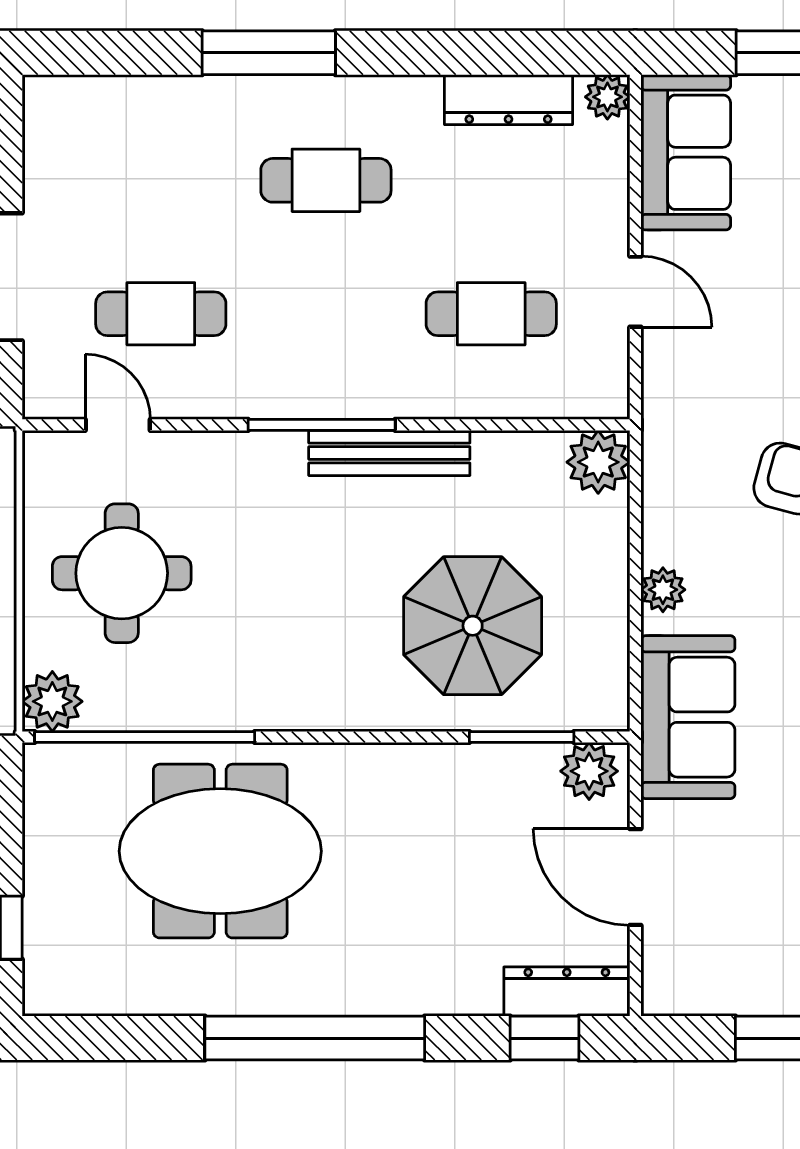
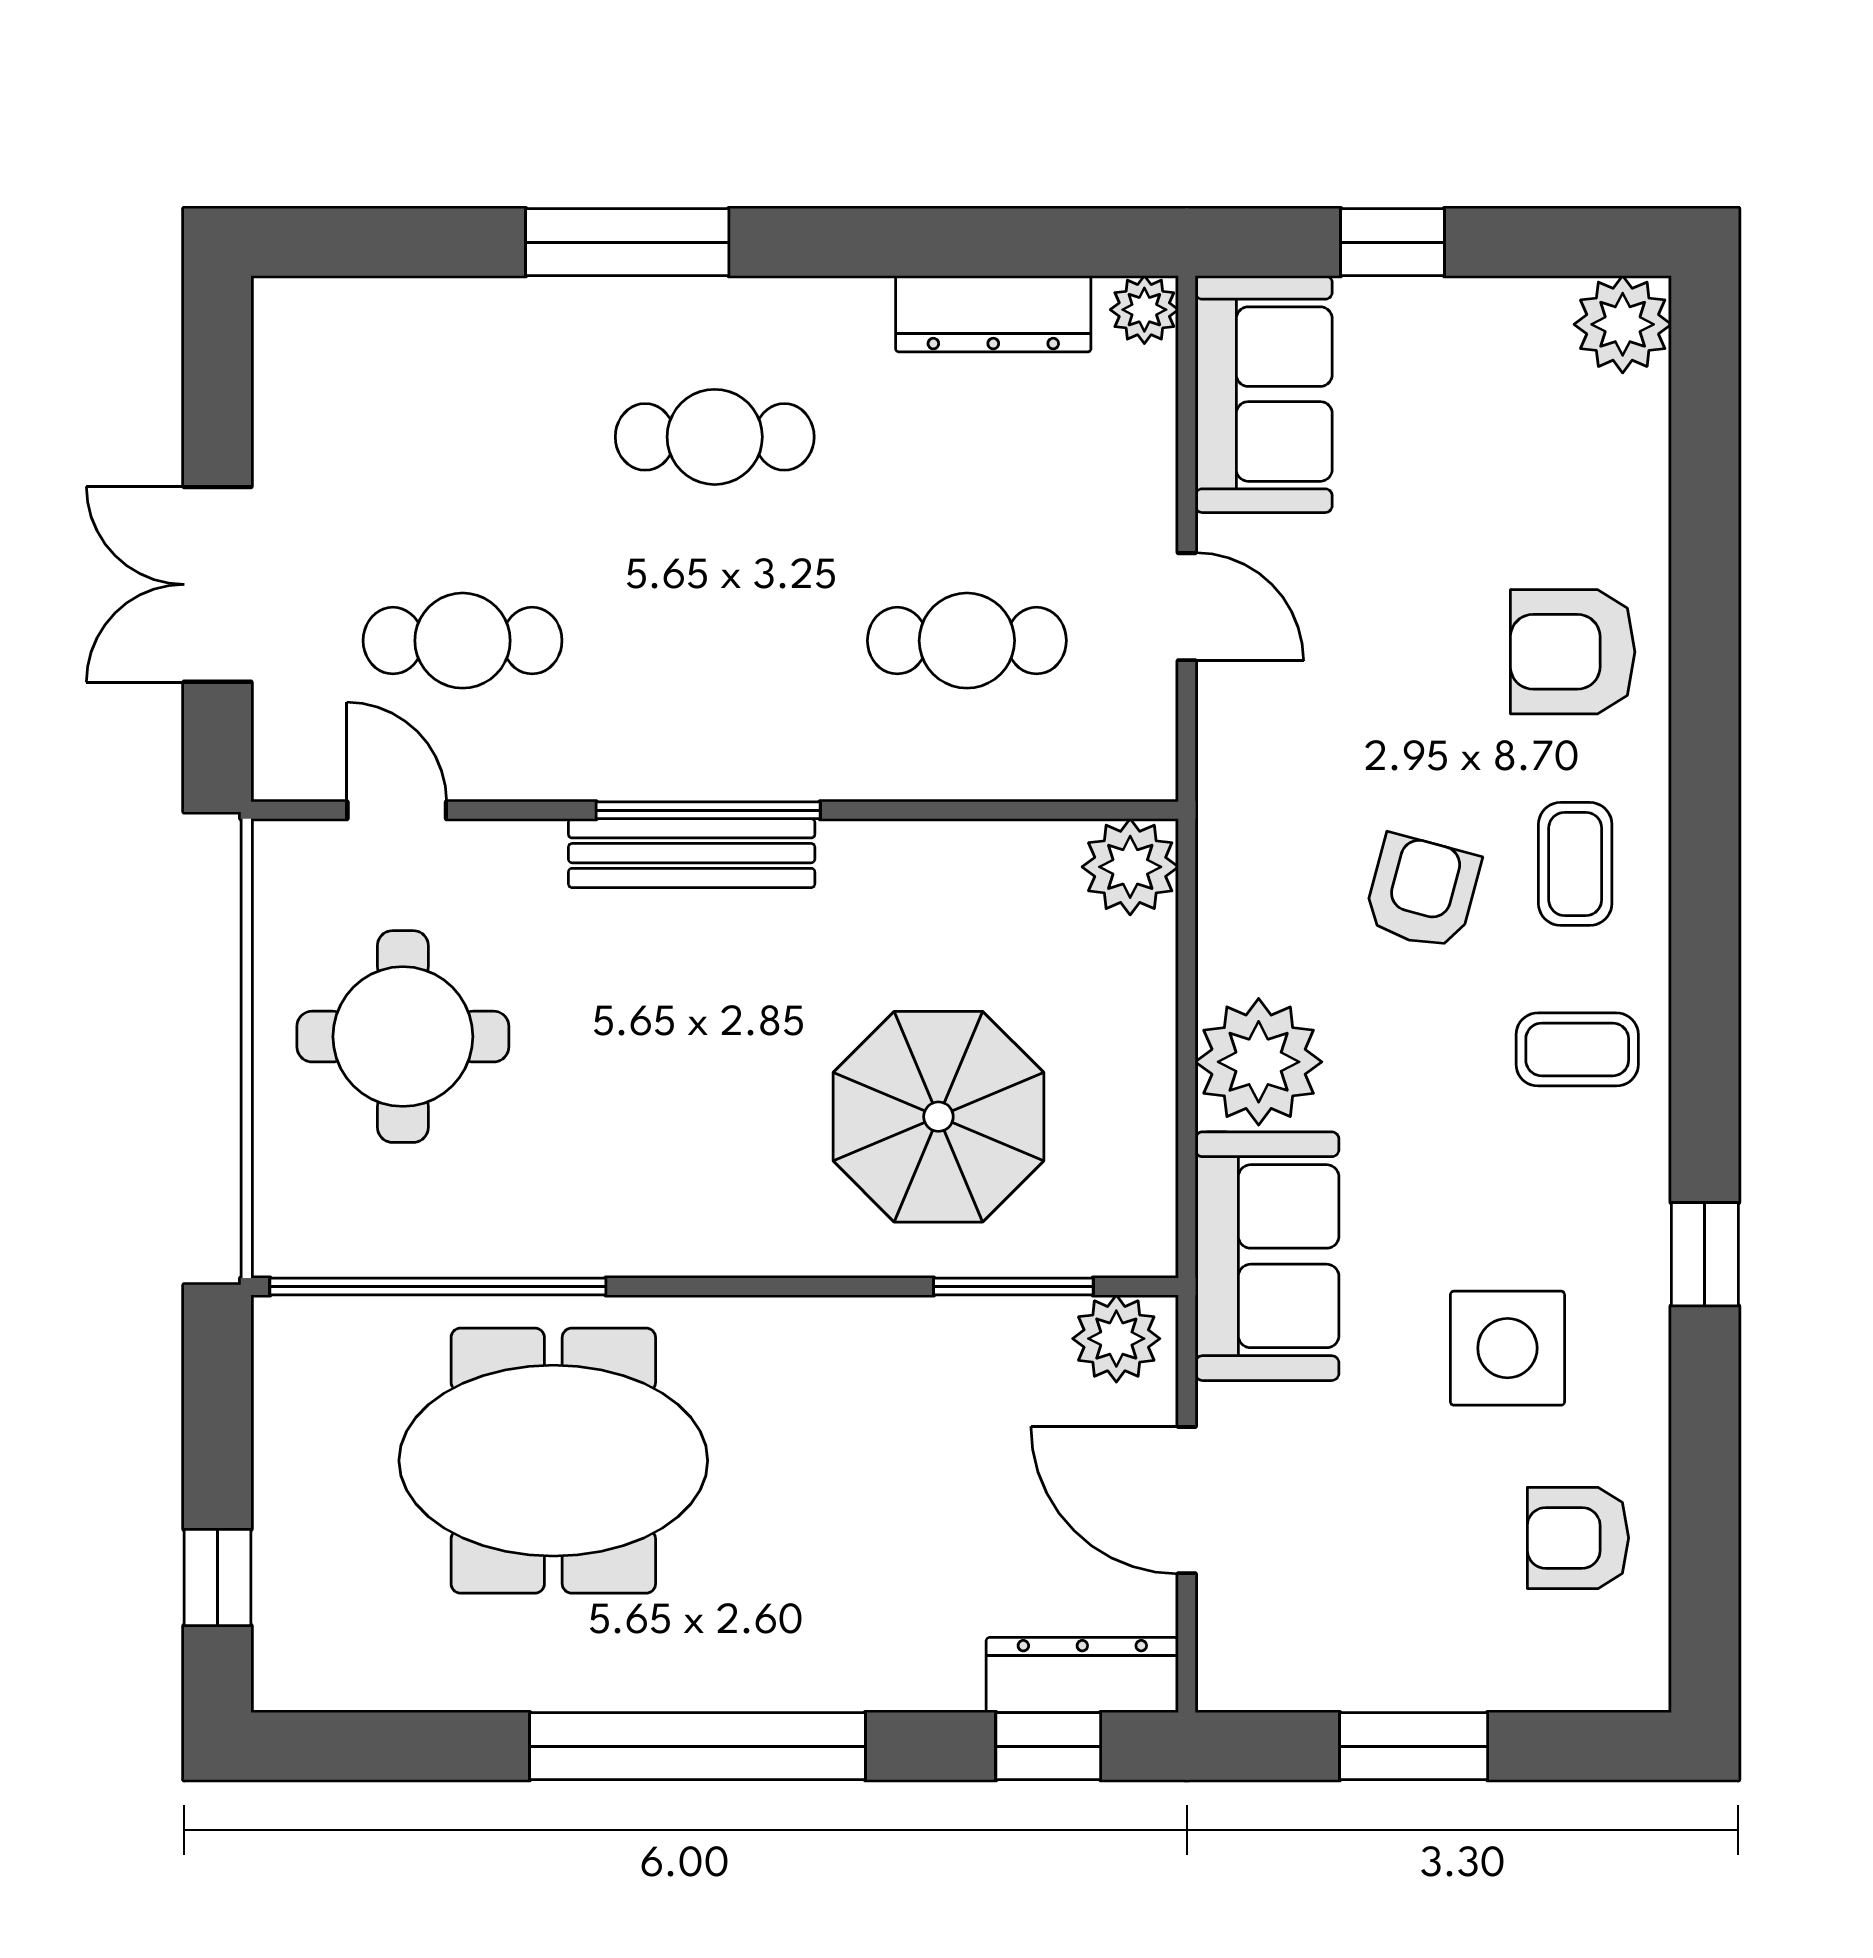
bench: (389, 453) -> (692, 853), moved
plant: (663, 590) -> (1259, 1062), width x1.87, depth x1.87
plant: (52, 701) -> (297, 1232), removed

